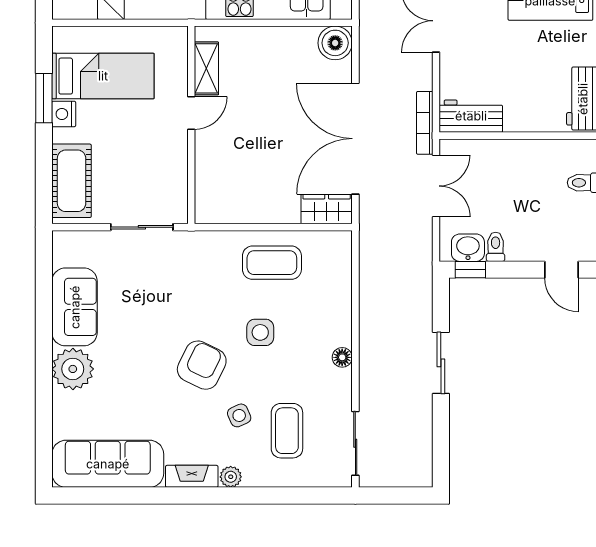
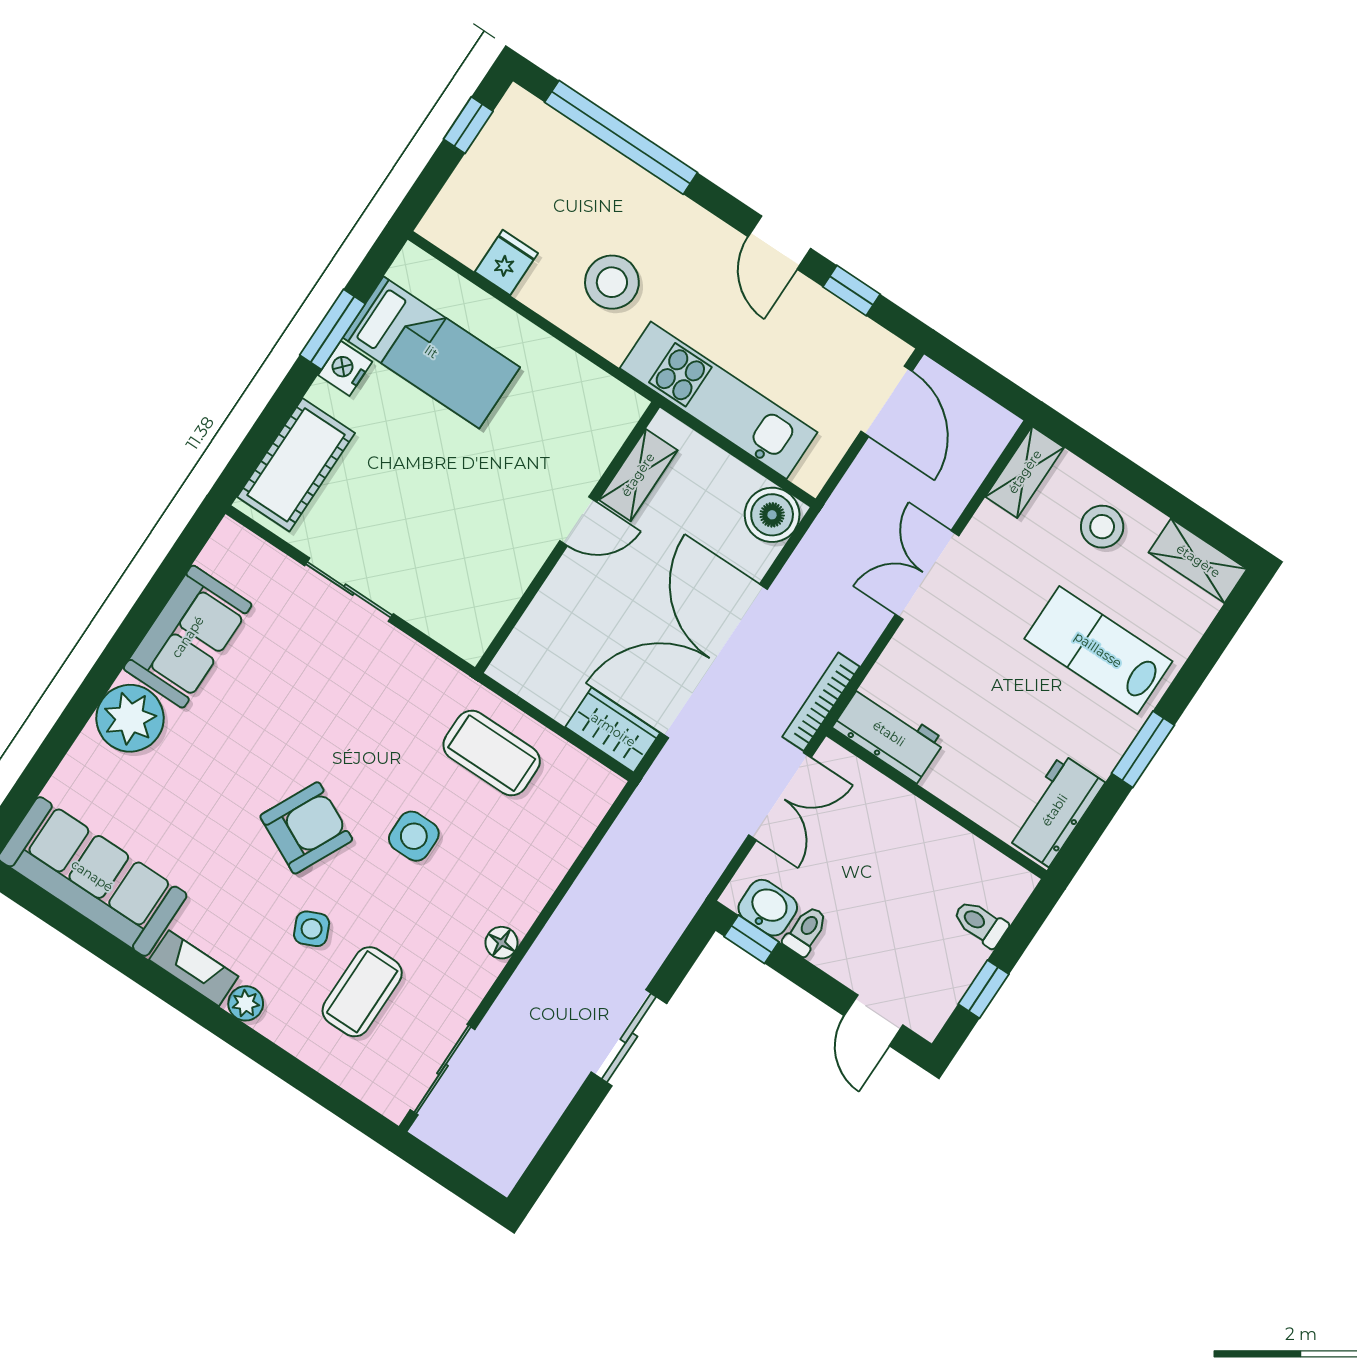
shelving: (206, 68) -> (638, 475), moved
door: (191, 113) -> (578, 521), moved
wall: (191, 125) -> (567, 537), moved

